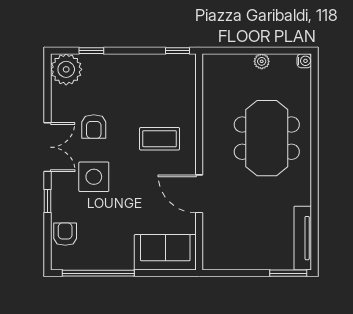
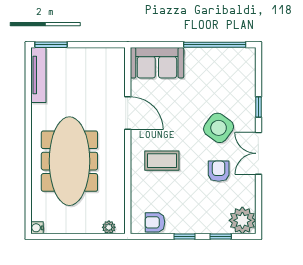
window: (178, 51) -> (184, 237), moved
plant: (262, 61) -> (109, 227), moved
meeting table: (267, 138) -> (69, 161), width x1.36
side table: (94, 177) -> (219, 128), turned 36
armchair: (65, 234) -> (155, 222), moved, turned 90

